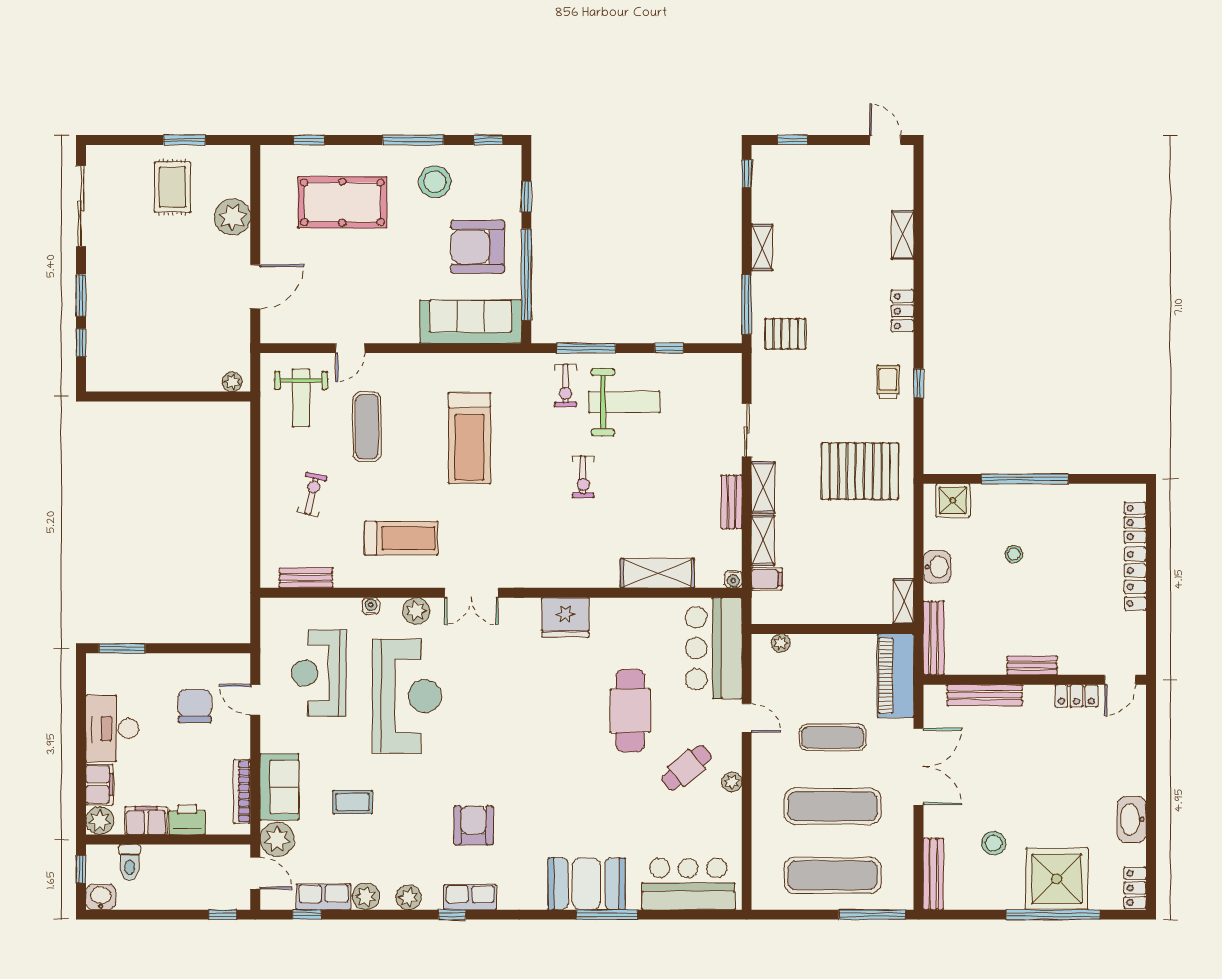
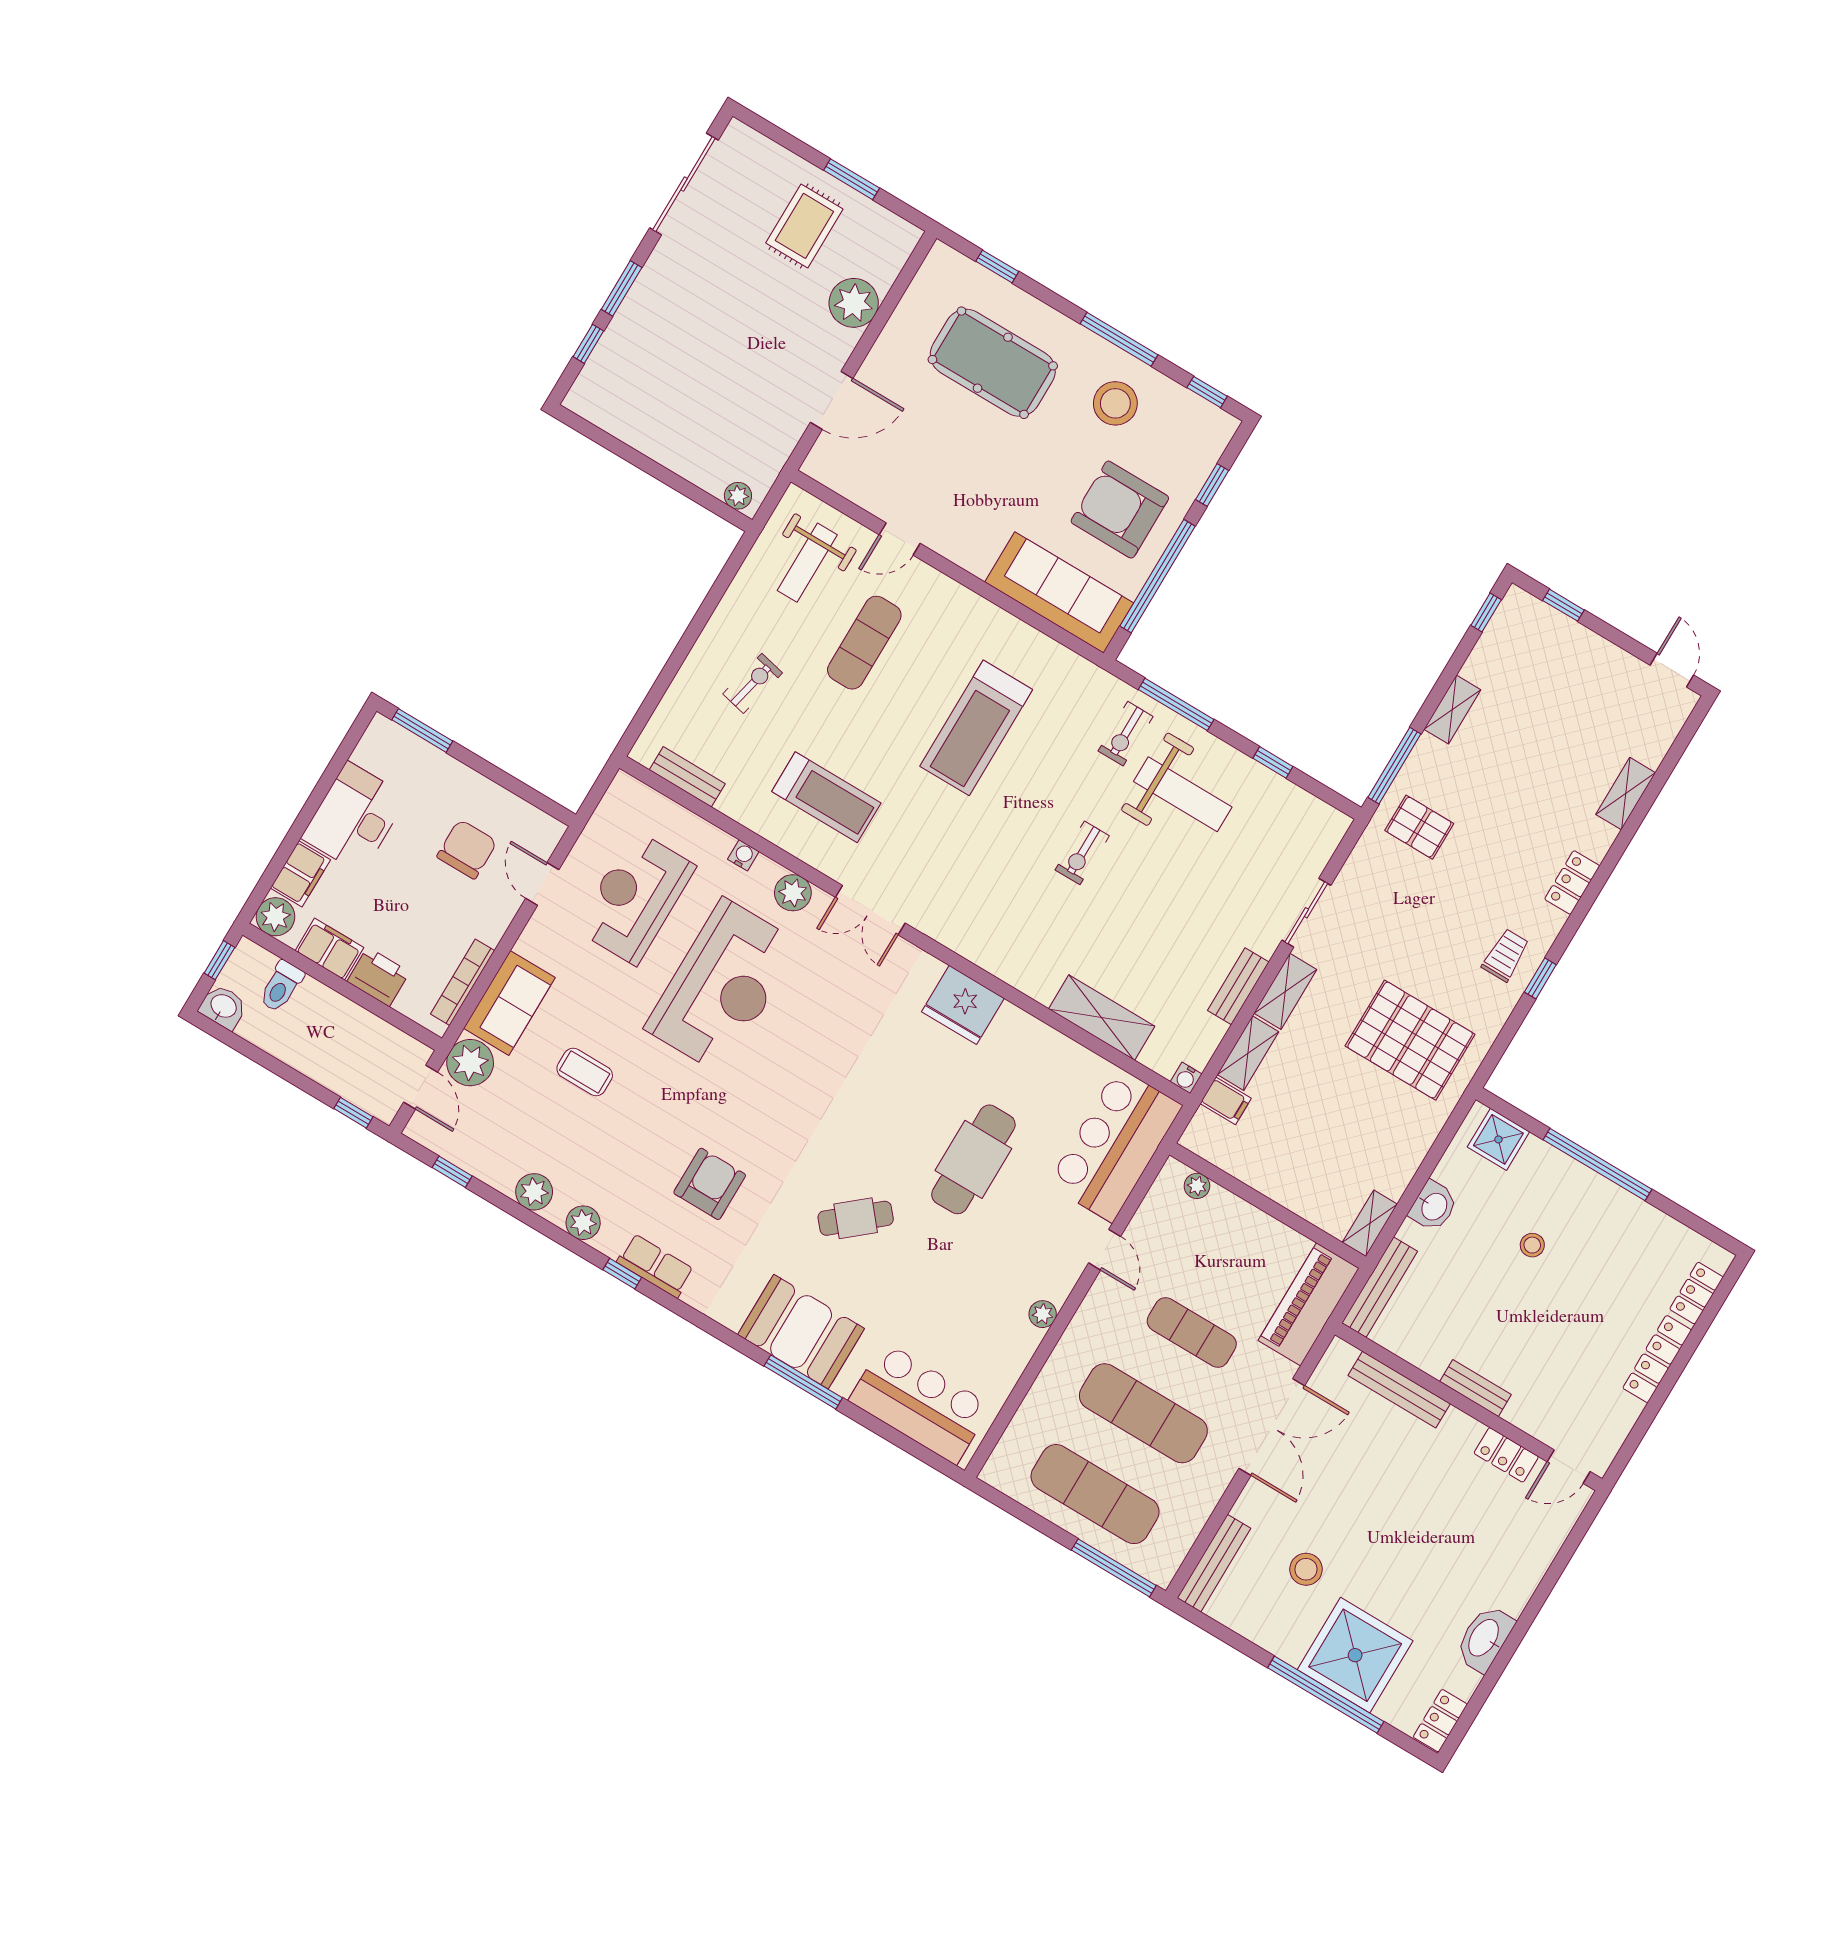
cafe table: (687, 768) -> (856, 1218), moved
row of seats: (323, 897) -> (484, 1163), removed

